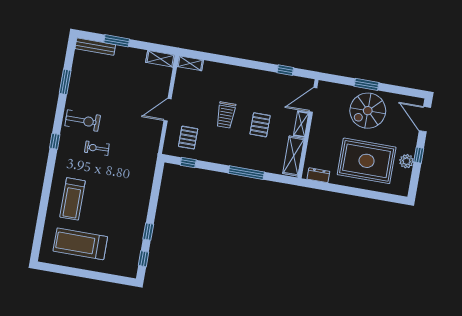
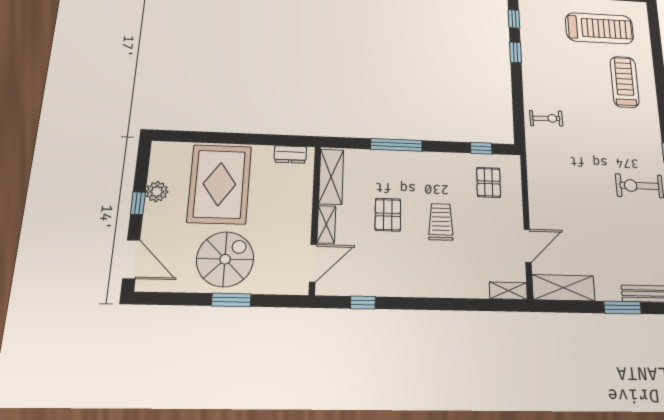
shelving: (160, 59) -> (563, 288), width x1.50, depth x1.33
door: (168, 110) -> (528, 246), moved
exercise bike: (97, 148) -> (546, 118), moved
rug: (367, 161) -> (219, 184), turned 90

